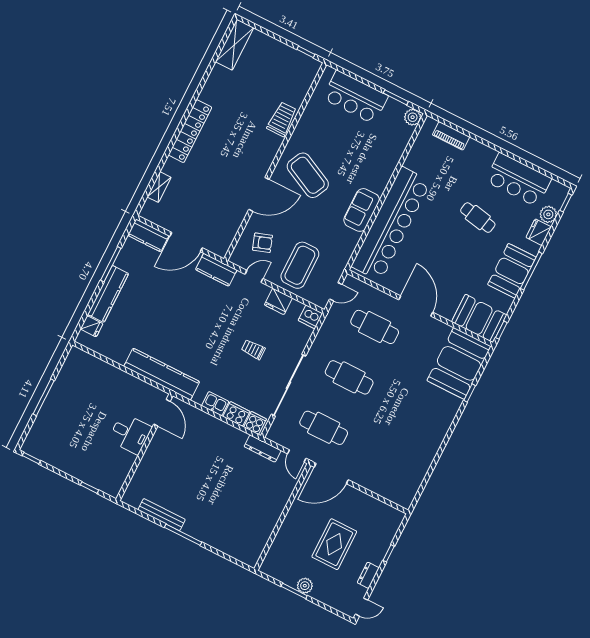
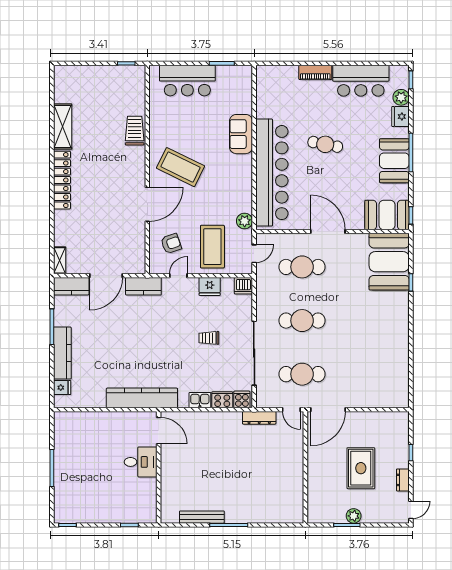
shelving: (234, 45) -> (63, 127), moved
plant: (413, 117) -> (245, 221), moved
piano: (451, 136) -> (315, 72), moved
shelving: (159, 187) -> (60, 260), moved
sofa: (362, 210) -> (241, 134), moved
cafe table: (478, 218) -> (325, 144), moved

